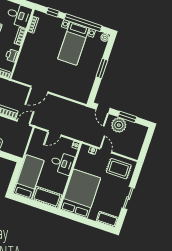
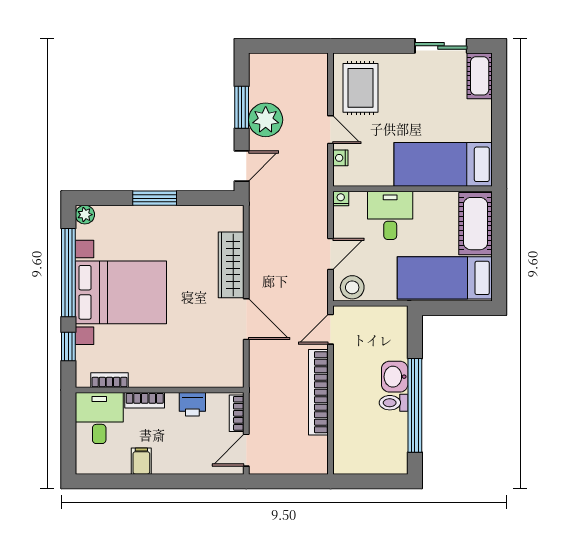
bed with nightstands: (73, 43) -> (121, 292), width x1.36
wardrobe: (64, 91) -> (231, 265), added
door: (23, 123) -> (331, 329), hinge flipped
door: (54, 133) -> (331, 254), hinge flipped
stool: (38, 138) -> (352, 287), added
door: (106, 150) -> (331, 130), swing flipped
bed: (80, 194) -> (443, 164), width x0.67
sliding door: (128, 198) -> (441, 46), moved

